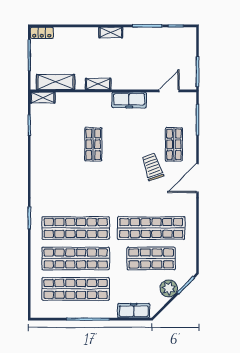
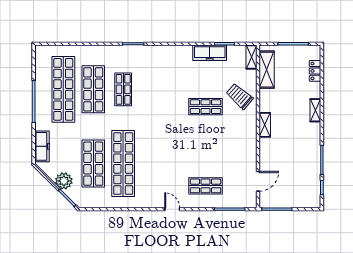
shelving: (111, 32) -> (315, 110), moved
locker: (42, 33) -> (315, 71), moved
shelving: (98, 84) -> (265, 125), moved
door: (169, 91) -> (258, 181), hinge flipped
freezer: (129, 100) -> (210, 53), moved, turned -90
trolley: (152, 167) -> (240, 96), moved, turned -120
door: (198, 178) -> (172, 209), width x0.53
shop shelf: (76, 228) -> (123, 89), width x0.50, depth x0.74
shop shelf: (76, 258) -> (93, 89), width x0.71

